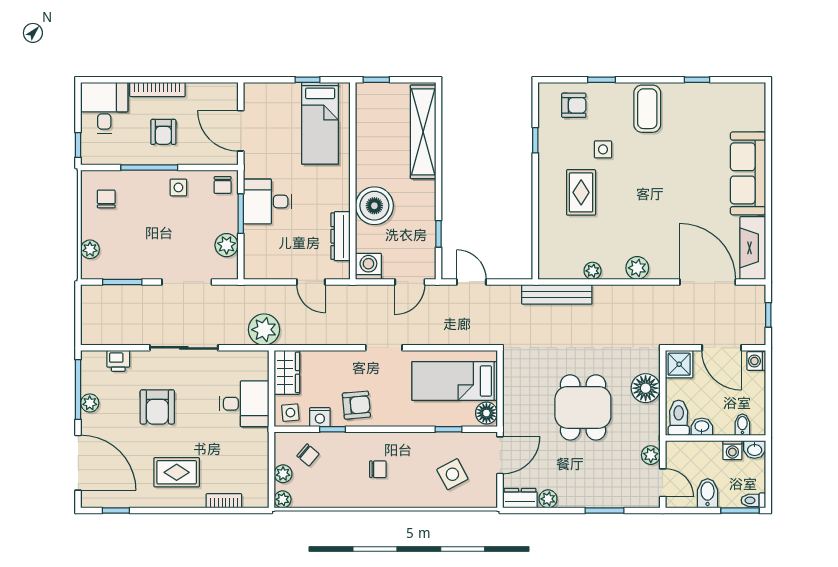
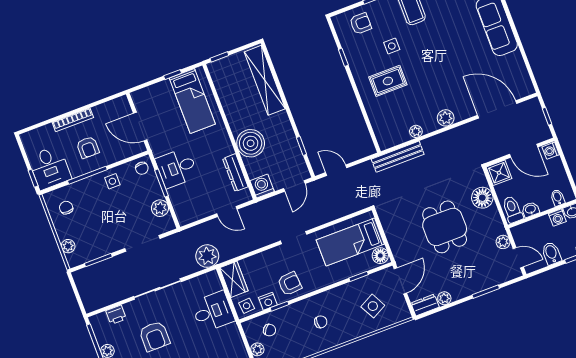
desk: (104, 108) -> (50, 168), moved, turned 180
rug: (581, 192) -> (388, 81), turned 90
fireplace: (753, 248) -> (519, 75), removed

